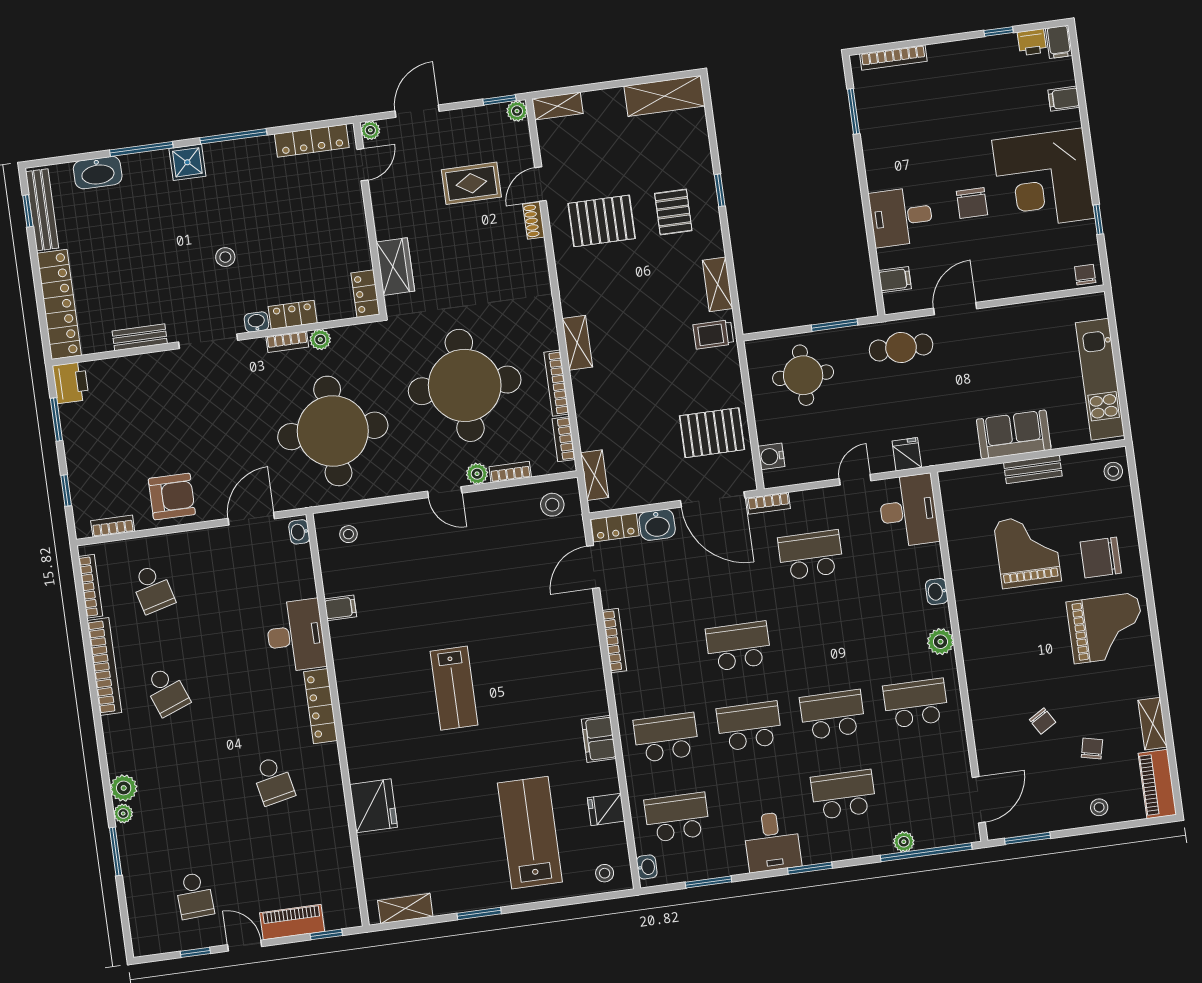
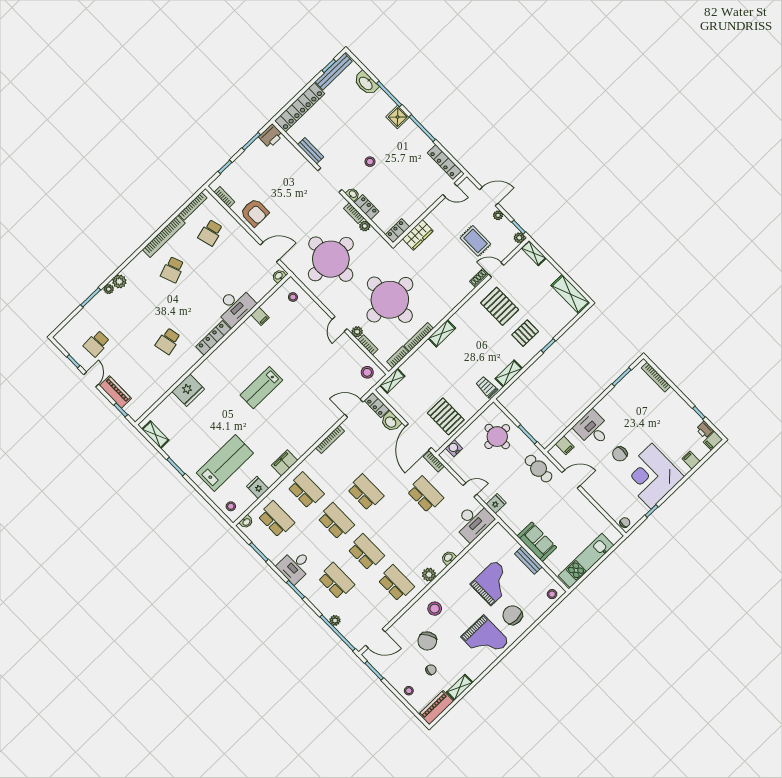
plant: (370, 130) -> (498, 215), moved
stool: (1000, 672) -> (435, 609), added
chair: (1043, 721) -> (427, 641), width x1.87, depth x1.87

